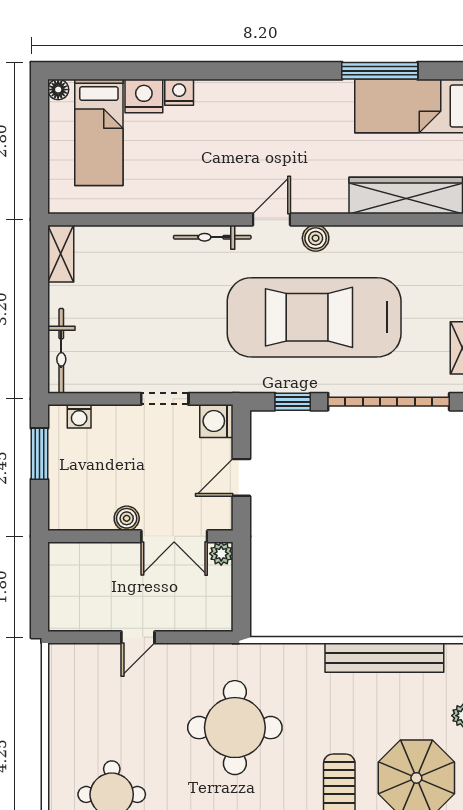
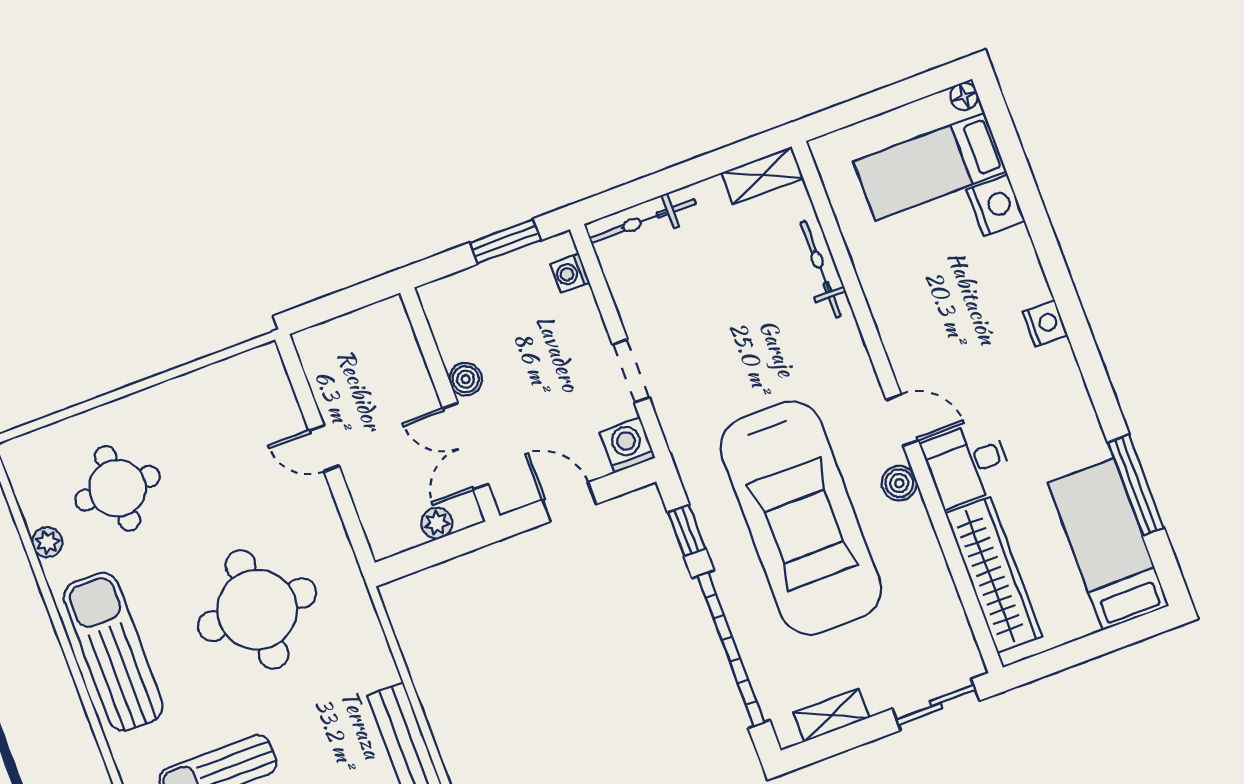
nightstand: (179, 92) -> (1045, 323), moved
desk: (320, 185) -> (967, 464), added
bicycle: (212, 237) -> (821, 269), moved
car: (314, 317) -> (801, 518), turned 180
plant: (221, 554) -> (437, 523), moved

